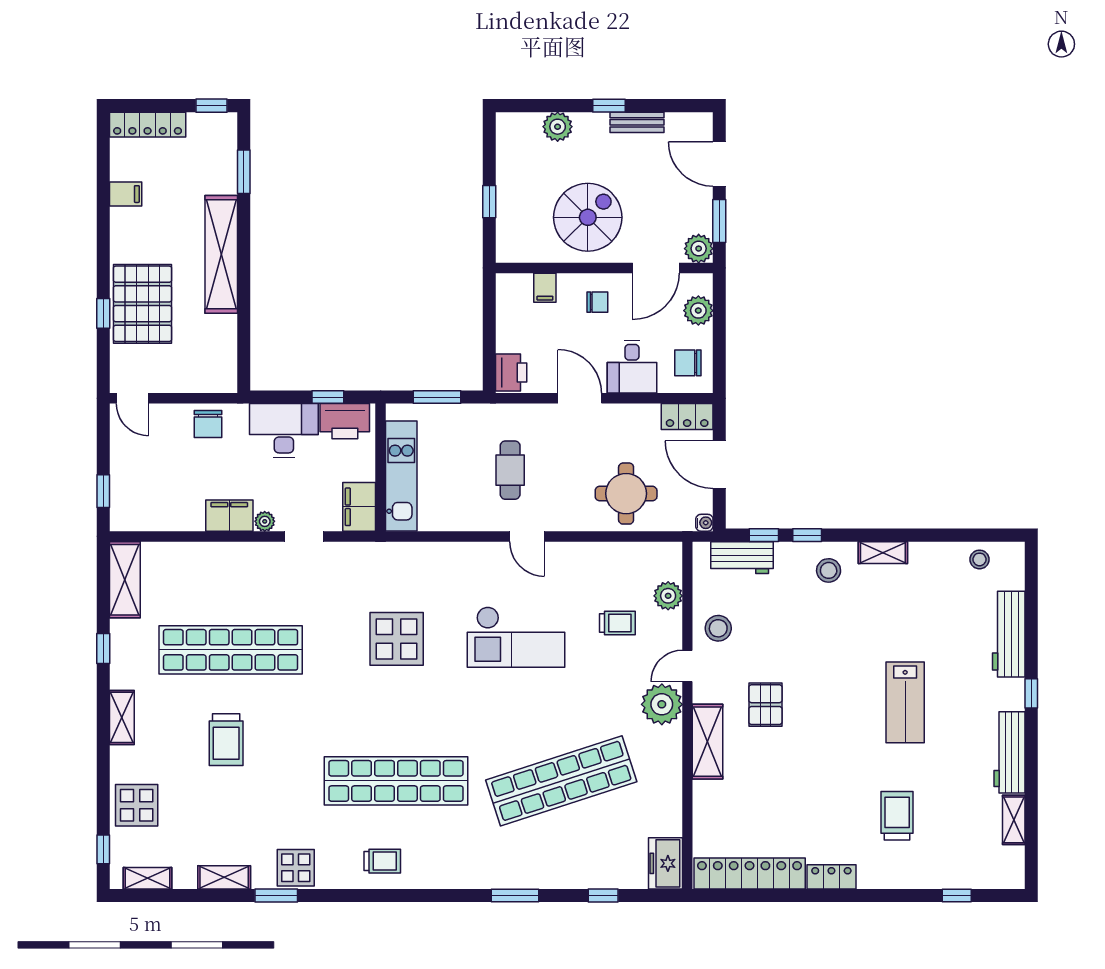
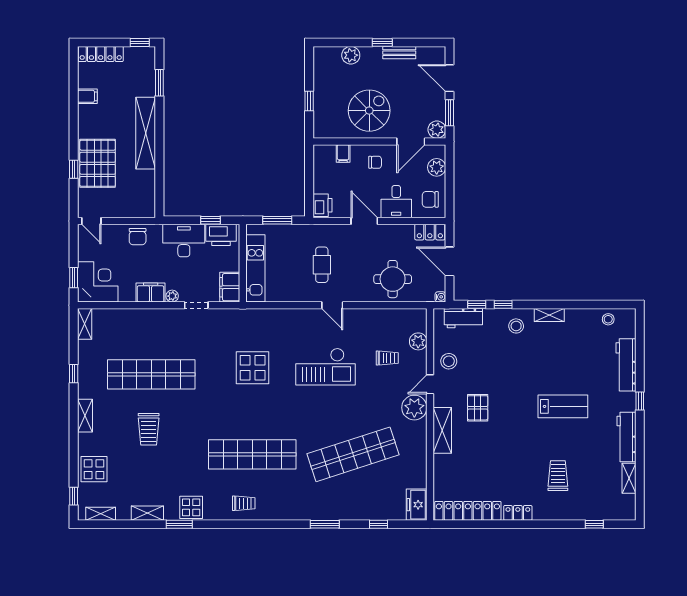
corner desk: (143, 498) -> (98, 282), added
shelving: (125, 580) -> (85, 324), width x0.67, depth x0.75
lab bench: (905, 702) -> (563, 406), turned -90

